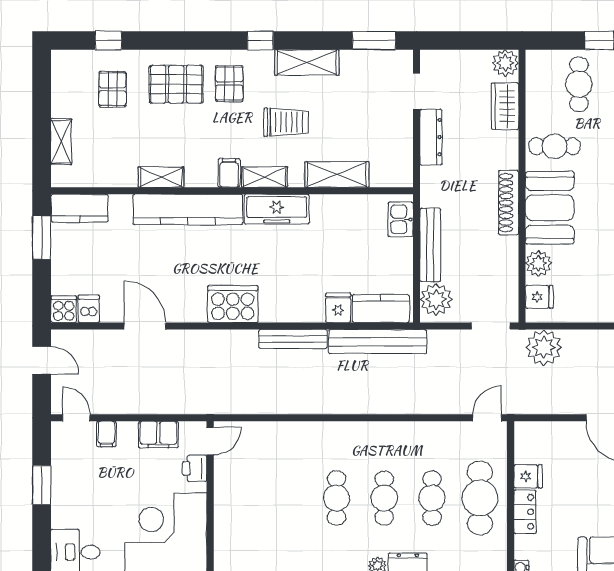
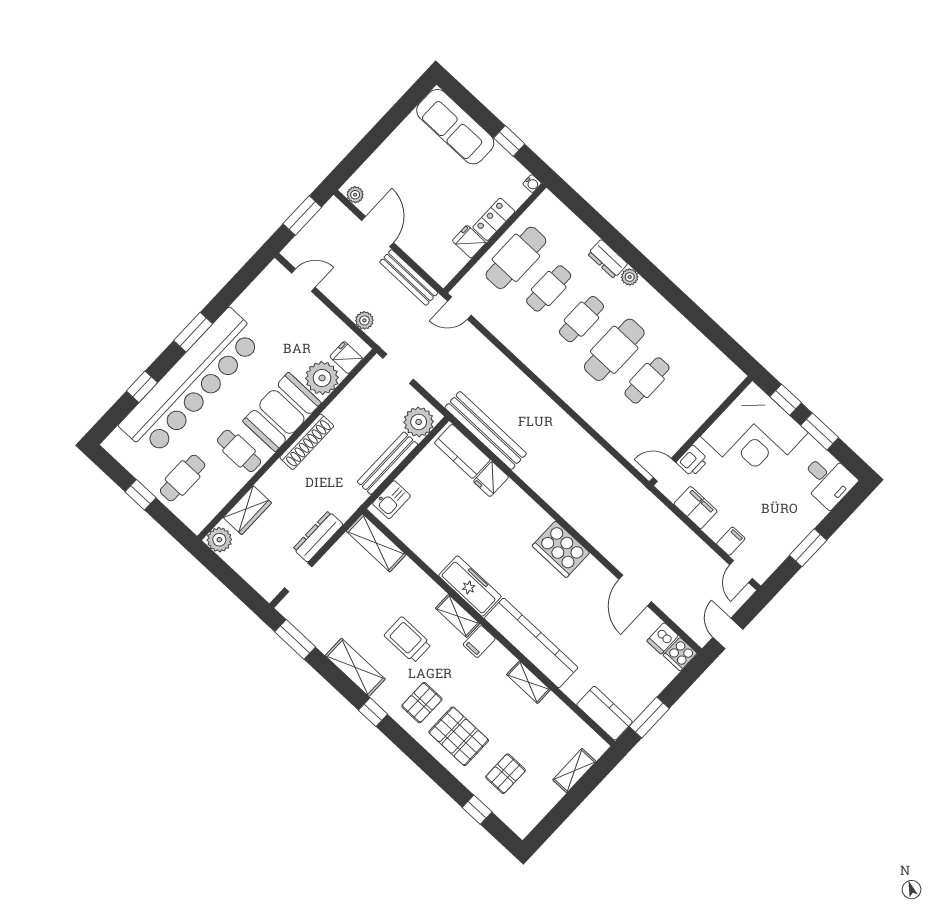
shelving: (337, 174) -> (376, 543), moved
plant: (538, 263) -> (322, 378), width x1.36, depth x1.36
bench: (293, 339) -> (409, 277), moved
plant: (544, 347) -> (364, 320), width x0.53, depth x0.53
cafe table: (289, 498) -> (647, 380), added
cafe table: (336, 498) -> (614, 350), width x1.37, depth x1.35

